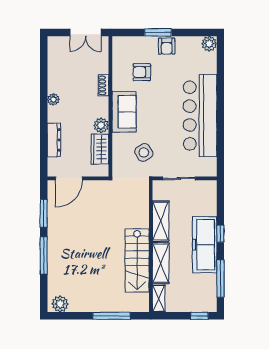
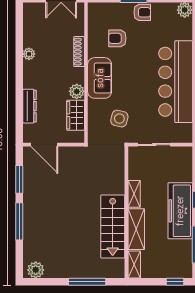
armchair: (167, 46) -> (142, 12), turned -90
shoe rack: (104, 85) -> (79, 52), width x1.43
plant: (53, 99) -> (29, 54), moved
side table: (144, 152) -> (119, 119), turned 45
door: (69, 178) -> (44, 145), hinge flipped
shelving: (161, 221) -> (134, 194), width x0.67, depth x0.75

